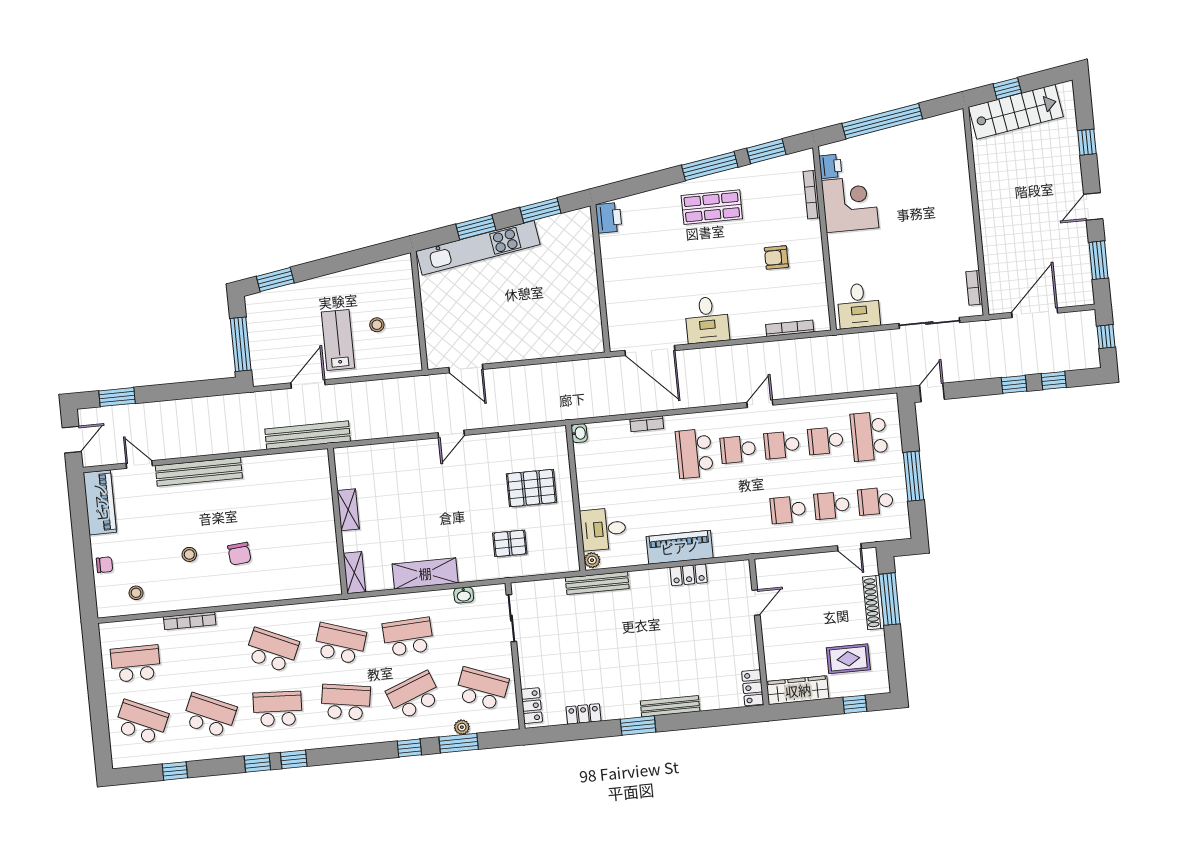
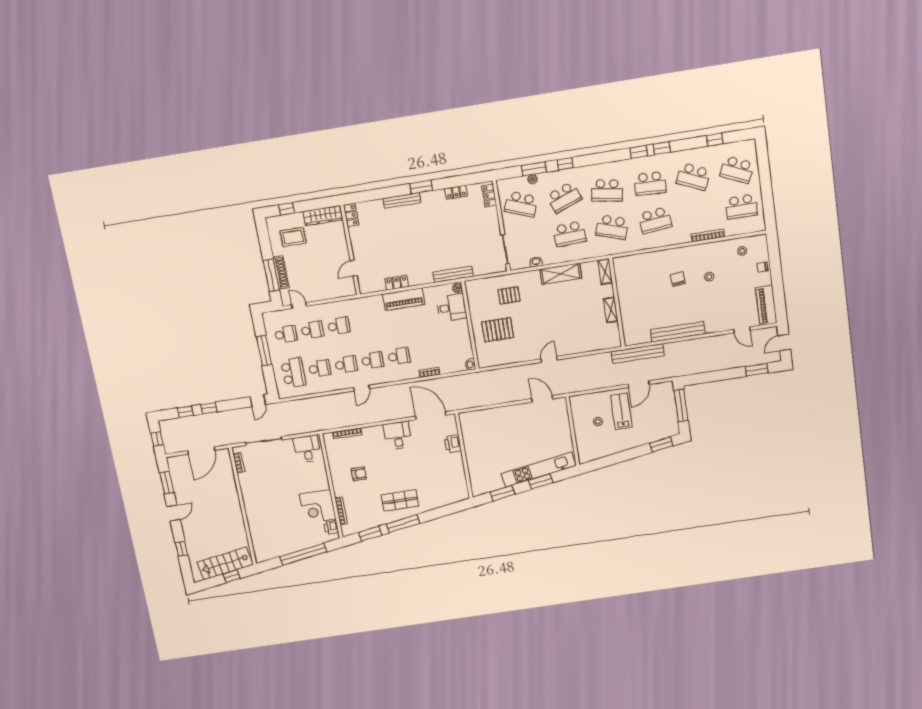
printer: (609, 218) -> (453, 444), moved
lab bench: (338, 340) -> (621, 411), turned 180
school desk: (694, 454) -> (399, 356), width x0.54
bench: (199, 472) -> (678, 332), moved
school desk: (272, 650) -> (655, 220), turned -30

